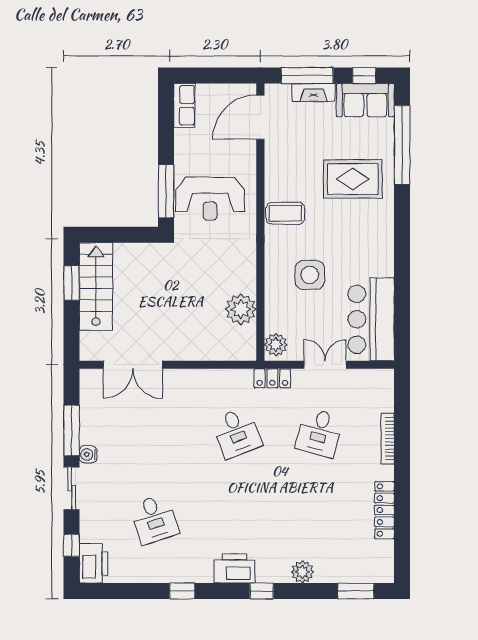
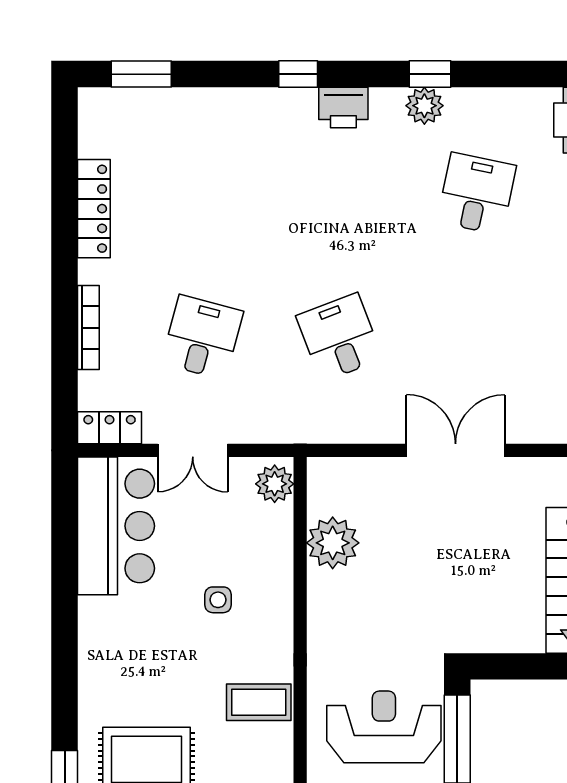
side table: (310, 275) -> (218, 600), width x0.54, depth x0.54
double door: (133, 365) -> (456, 450), moved
locker: (272, 378) -> (110, 428), moved
desk: (154, 519) -> (477, 194), turned 30
printer: (234, 569) -> (343, 107), width x0.73, depth x0.84
plant: (302, 572) -> (424, 106), moved

